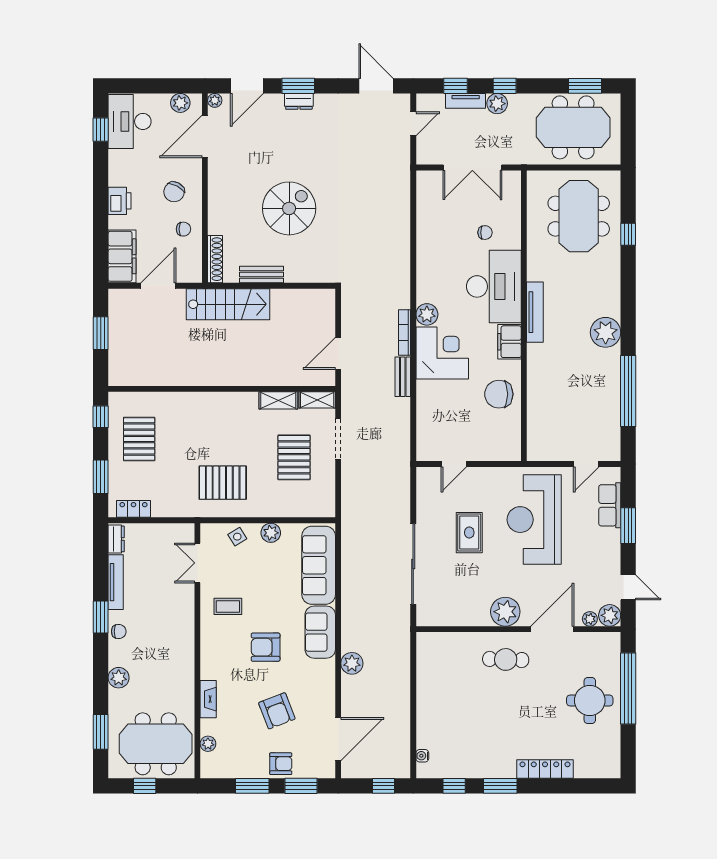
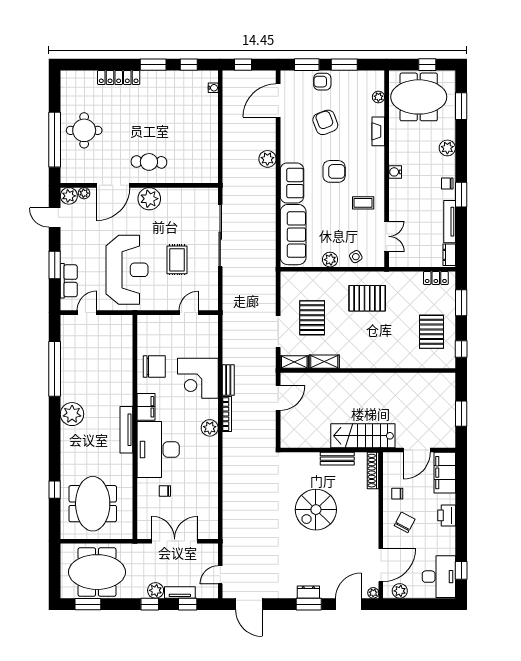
corner desk: (442, 353) -> (198, 378), moved
water cooler: (186, 647) -> (395, 172), added

